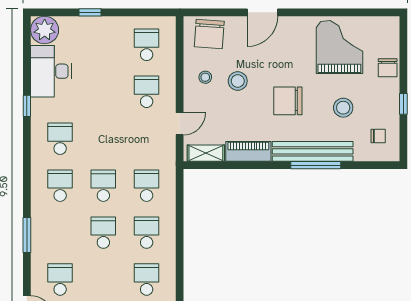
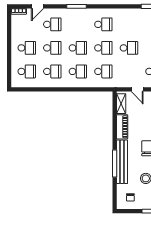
school desk: (60, 139) -> (129, 48), moved
school desk: (103, 280) -> (52, 48), added

